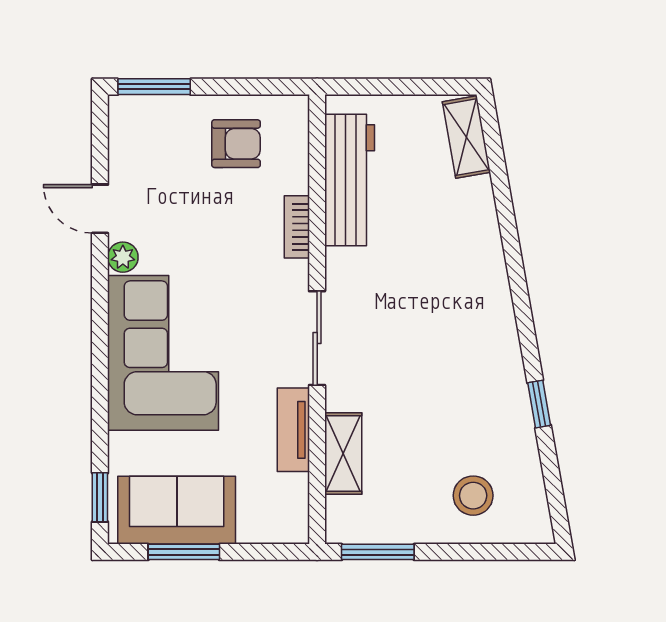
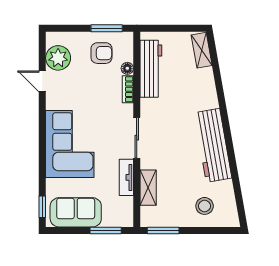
window: (154, 87) -> (107, 28), moved
floor lamp: (295, 179) -> (127, 68), added
plant: (123, 257) -> (58, 58), moved, width x1.87, depth x1.87
workbench: (493, 356) -> (213, 145), added
window: (539, 404) -> (233, 166), removed
window: (184, 552) -> (106, 230), moved

